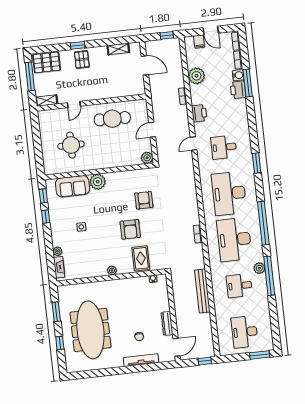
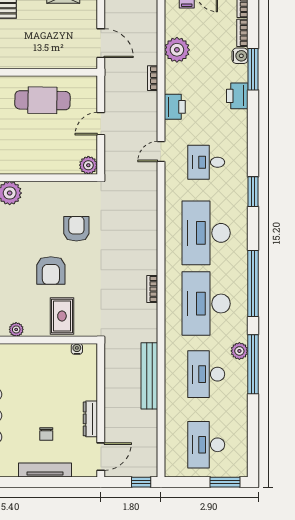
door: (145, 65) -> (101, 43), moved
printer: (238, 90) -> (237, 96), moved
desk: (239, 286) -> (206, 374), width x1.37

